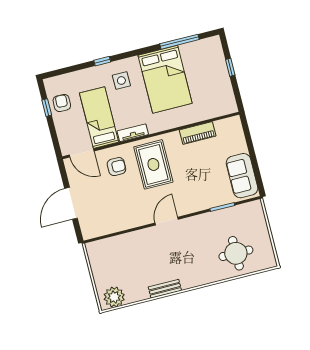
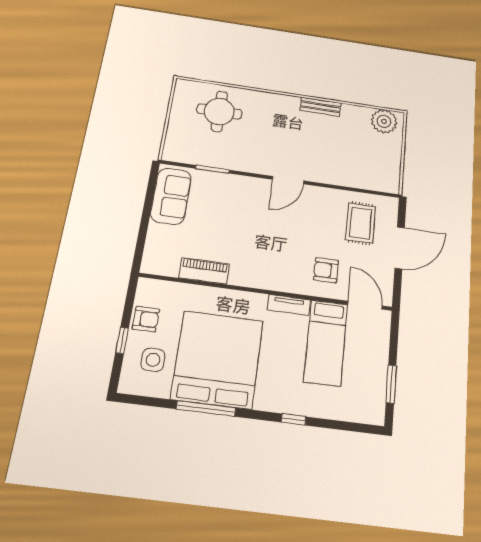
window: (179, 42) -> (206, 408), moved
bed: (165, 79) -> (218, 359), width x1.36
side table: (121, 81) -> (153, 360), moved
armchair: (62, 103) -> (146, 319), moved, turned -91
window: (47, 108) -> (391, 384), width x1.50
rug: (153, 164) -> (361, 223), moved, width x0.73, depth x0.70

